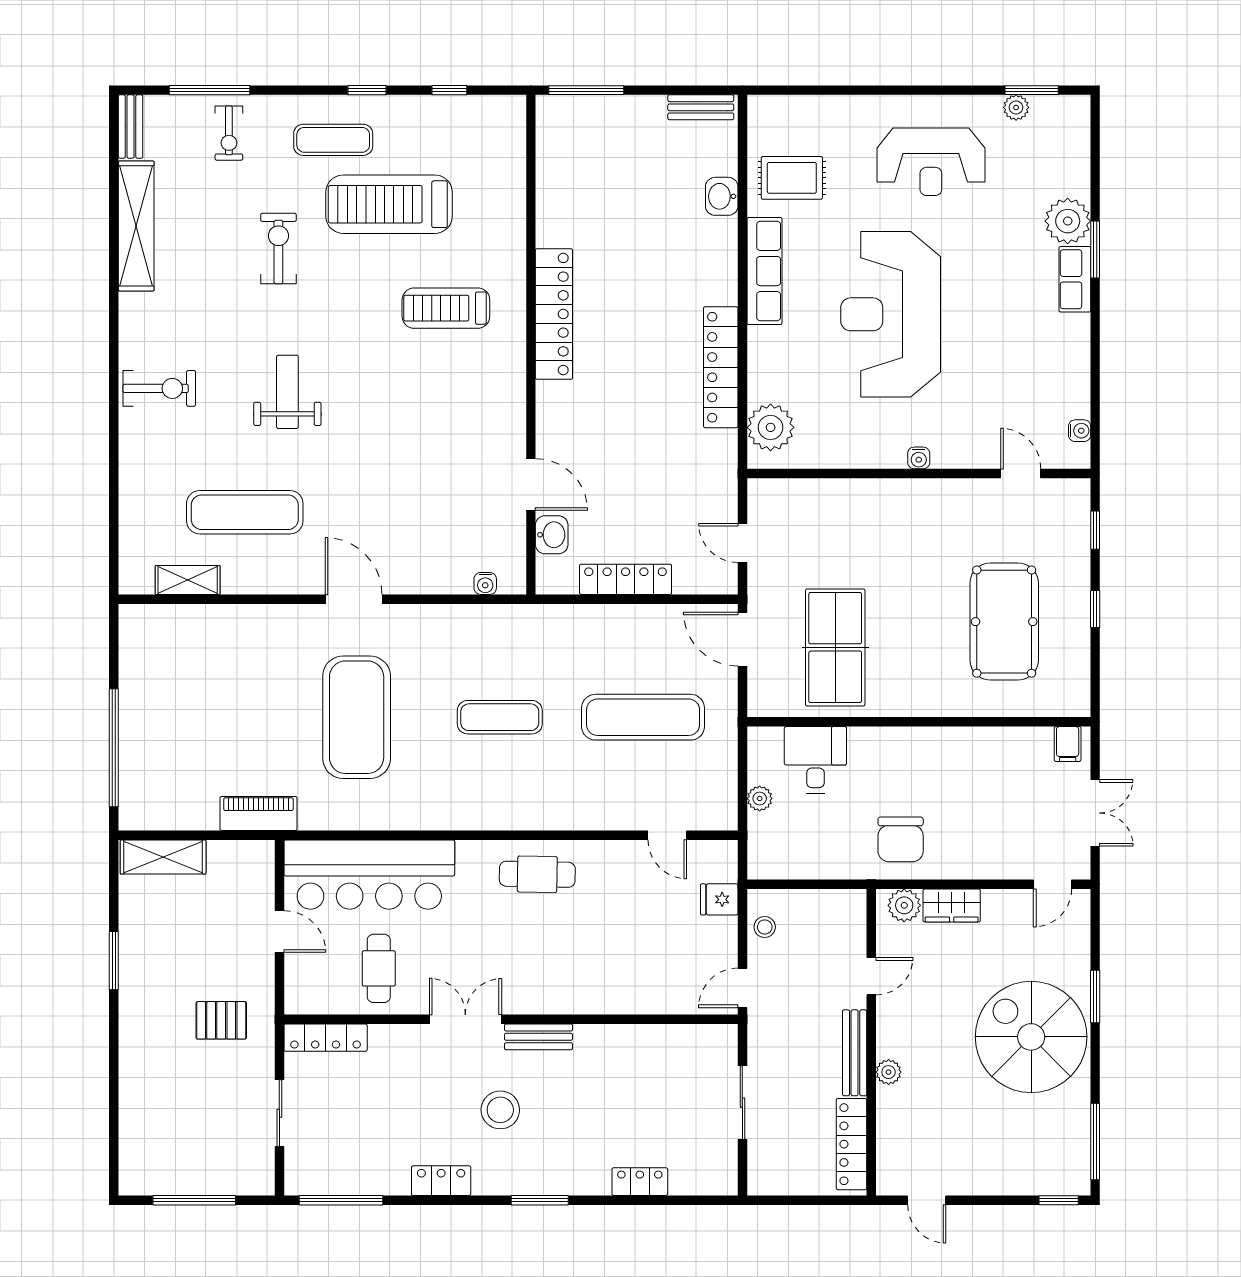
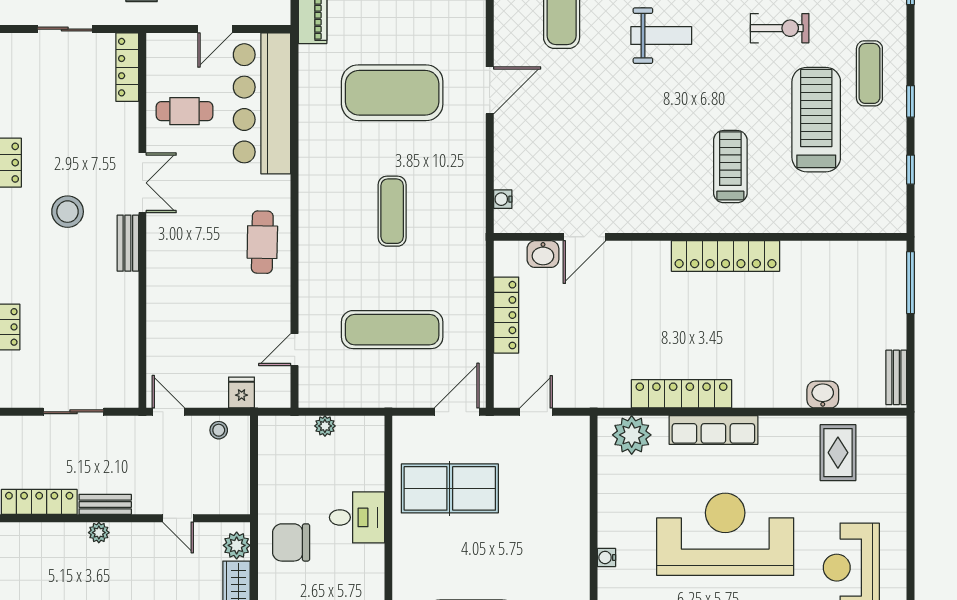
row of seats: (764, 271) -> (713, 430), moved
exercise mat: (643, 717) -> (392, 330), turned 90
desk: (815, 760) -> (357, 517), moved
bench: (855, 1053) -> (105, 504), width x0.73

